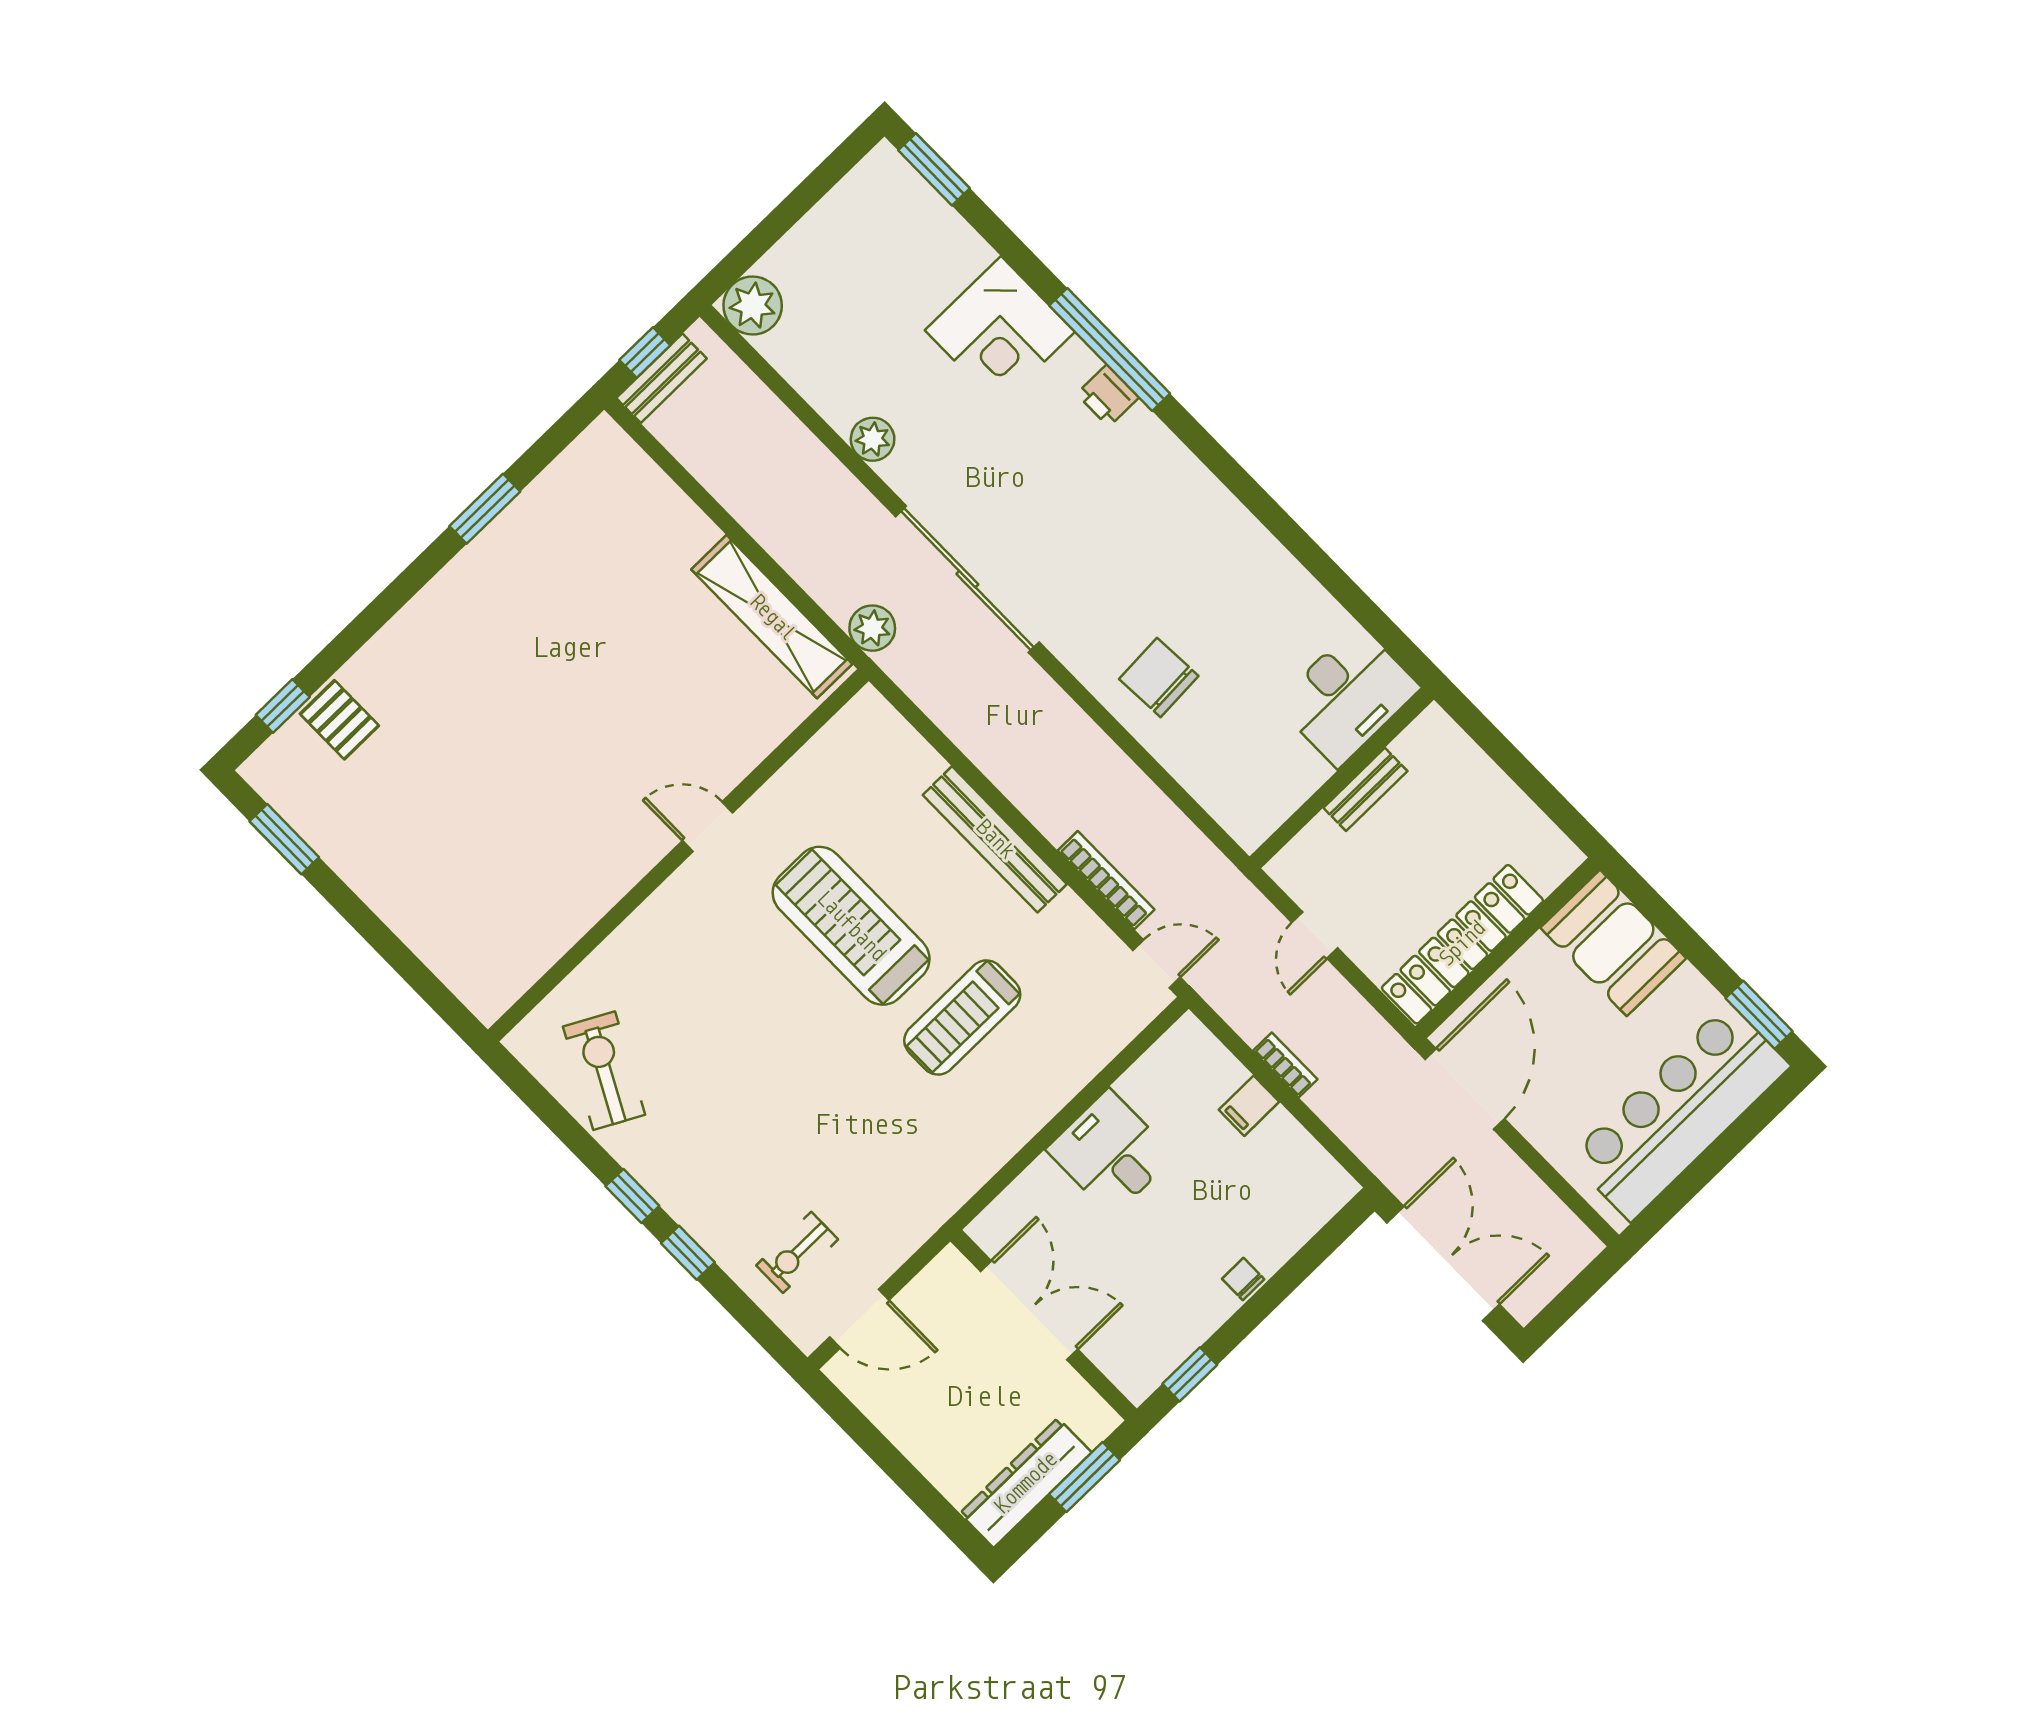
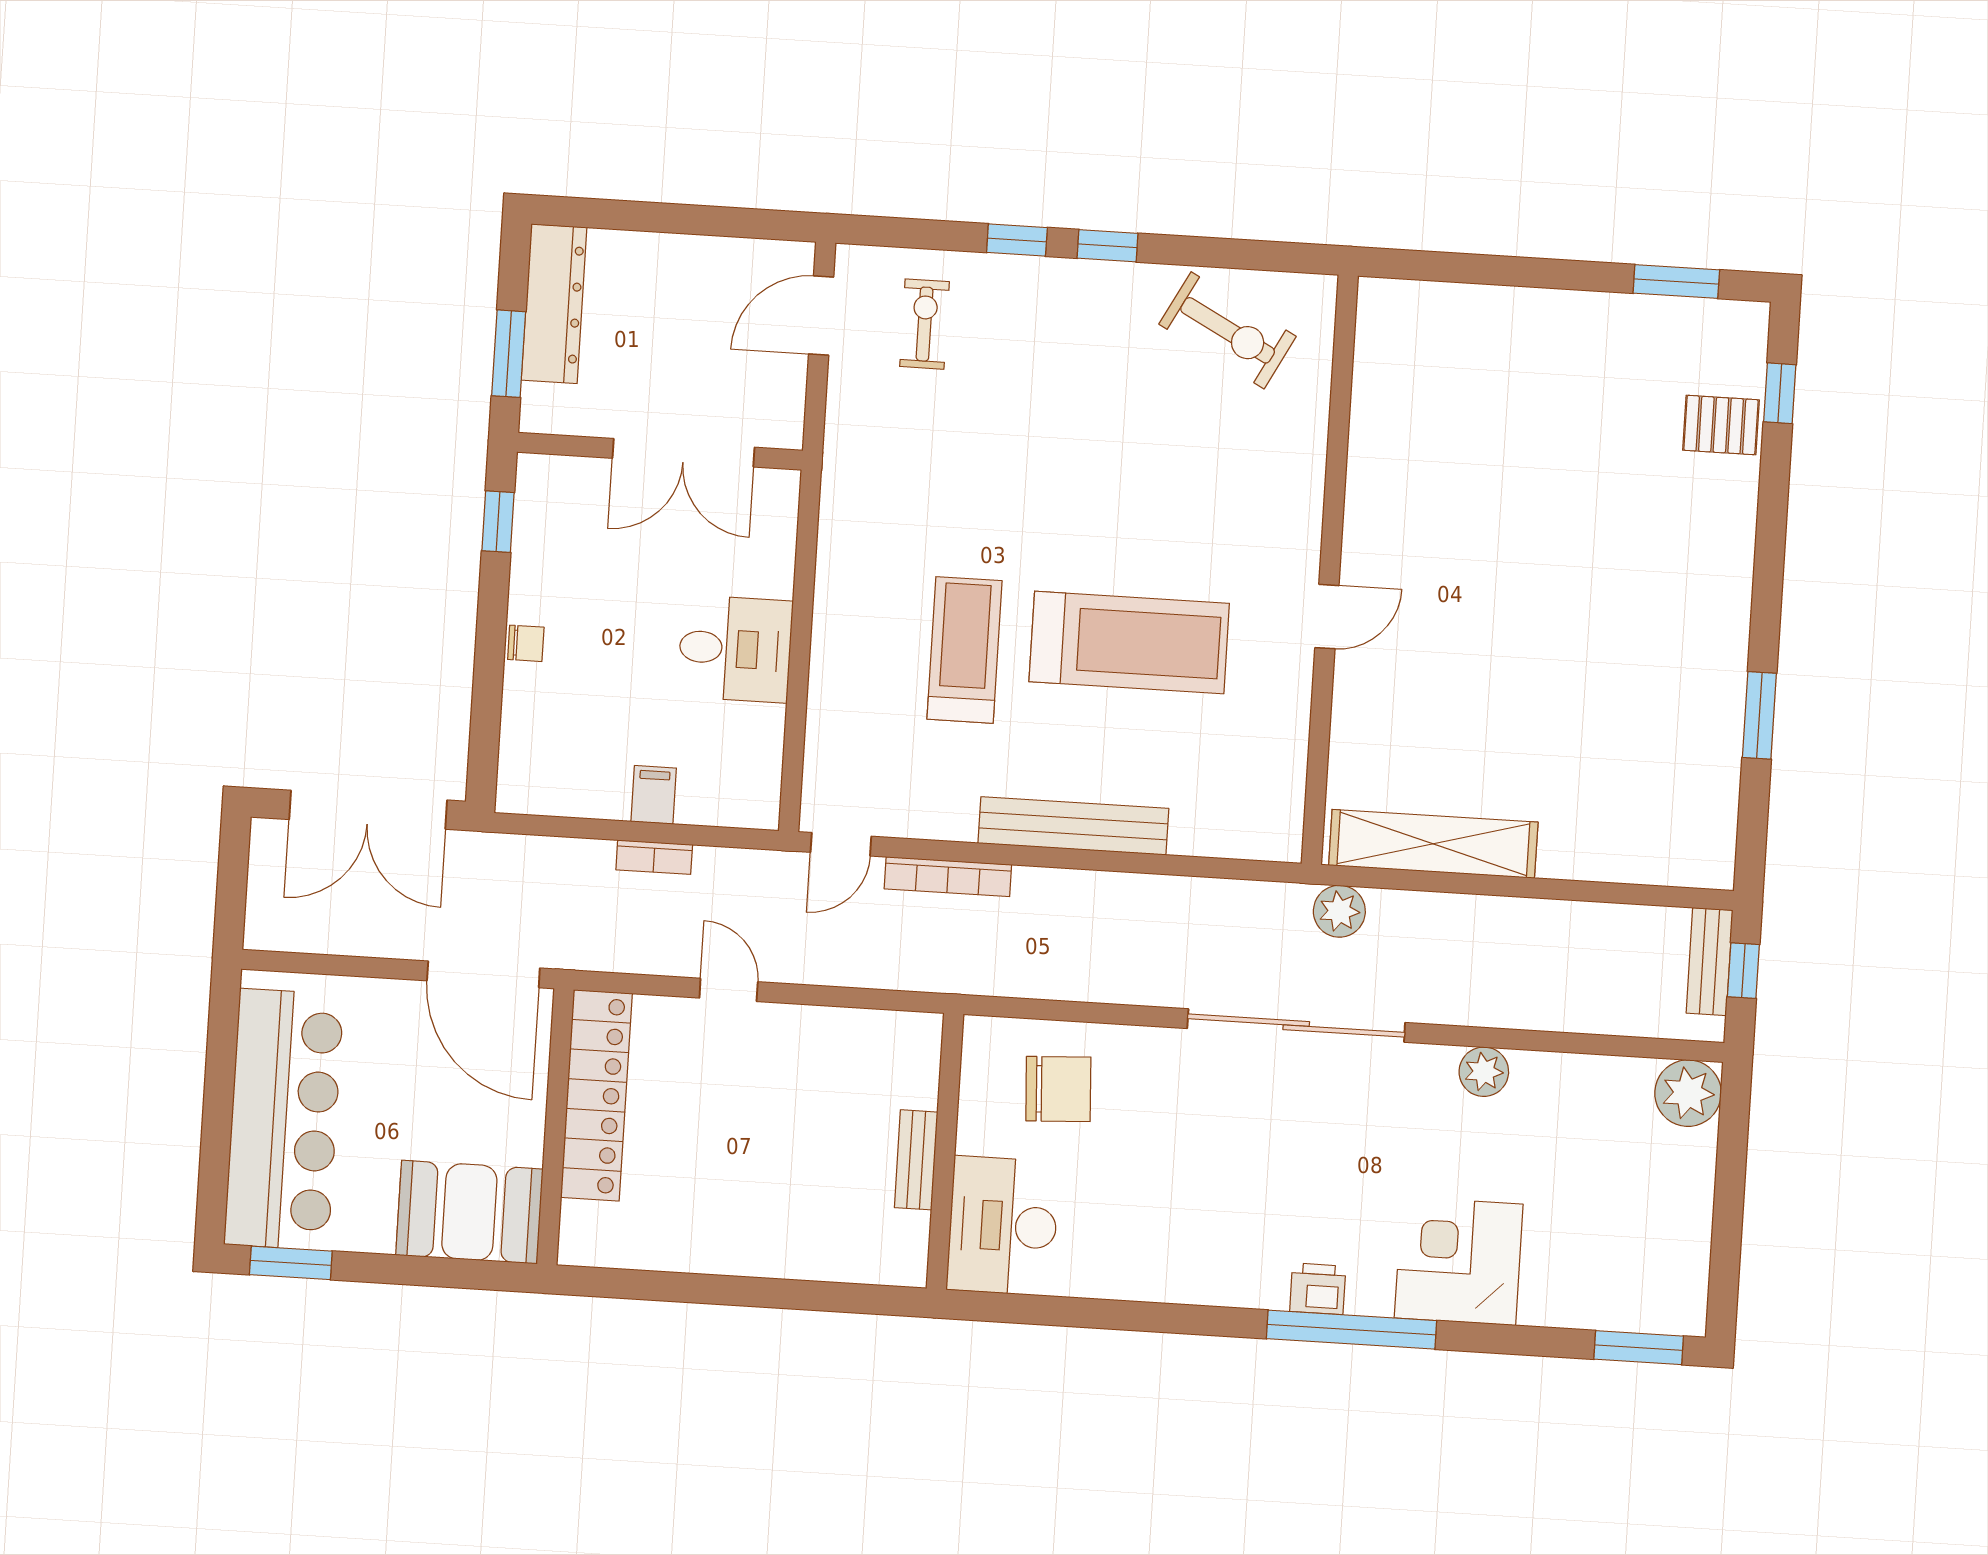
desk: (1348, 696) -> (1003, 1226), moved
wall: (1342, 778) -> (945, 1151), moved
bench: (1365, 789) -> (916, 1160), moved

